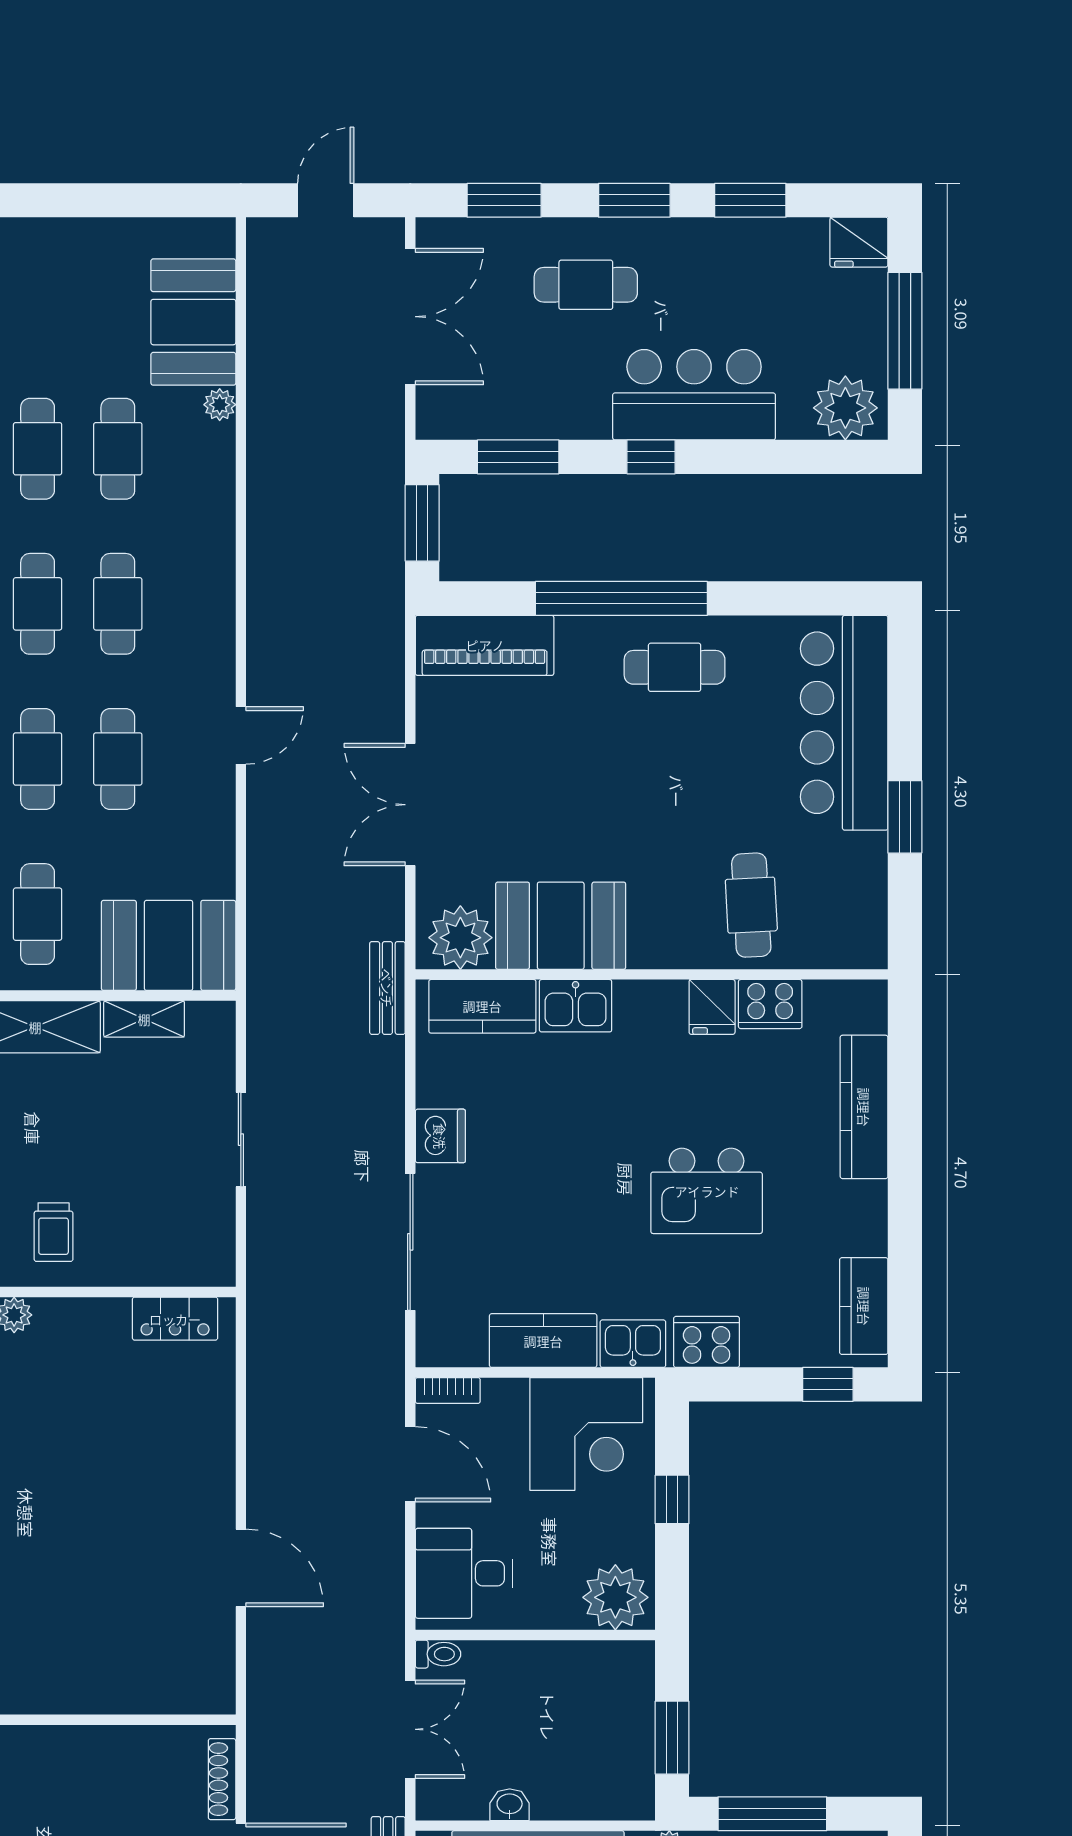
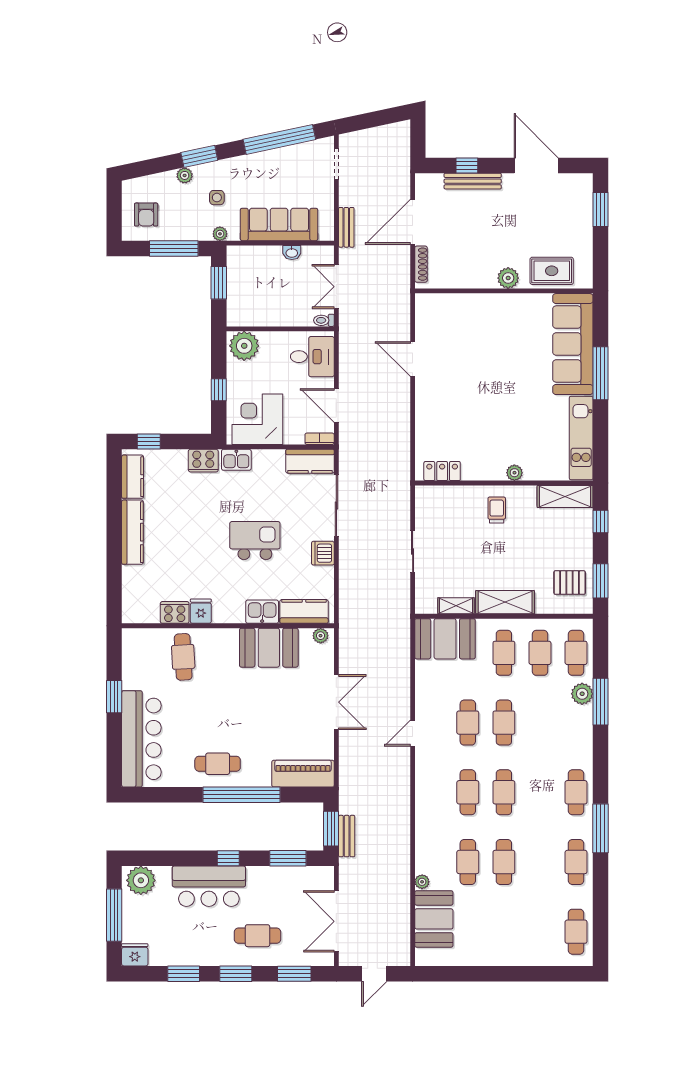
plant: (460, 938) -> (321, 636), width x0.53, depth x0.53
bench: (387, 988) -> (347, 836), moved
kitchen counter: (864, 1107) -> (132, 532), moved
kitchen island: (707, 1191) -> (255, 541), moved
kitchen counter: (543, 1341) -> (310, 461), moved
plant: (28, 1748) -> (508, 278), added

